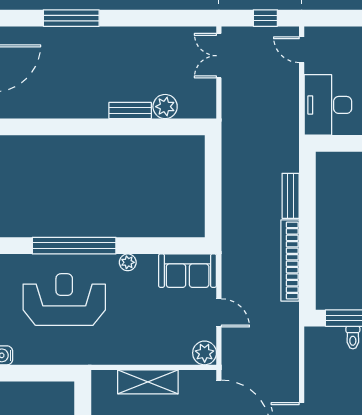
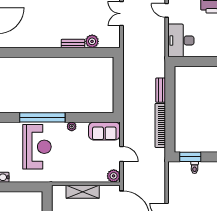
reception desk: (64, 300) -> (37, 147), turned 90

